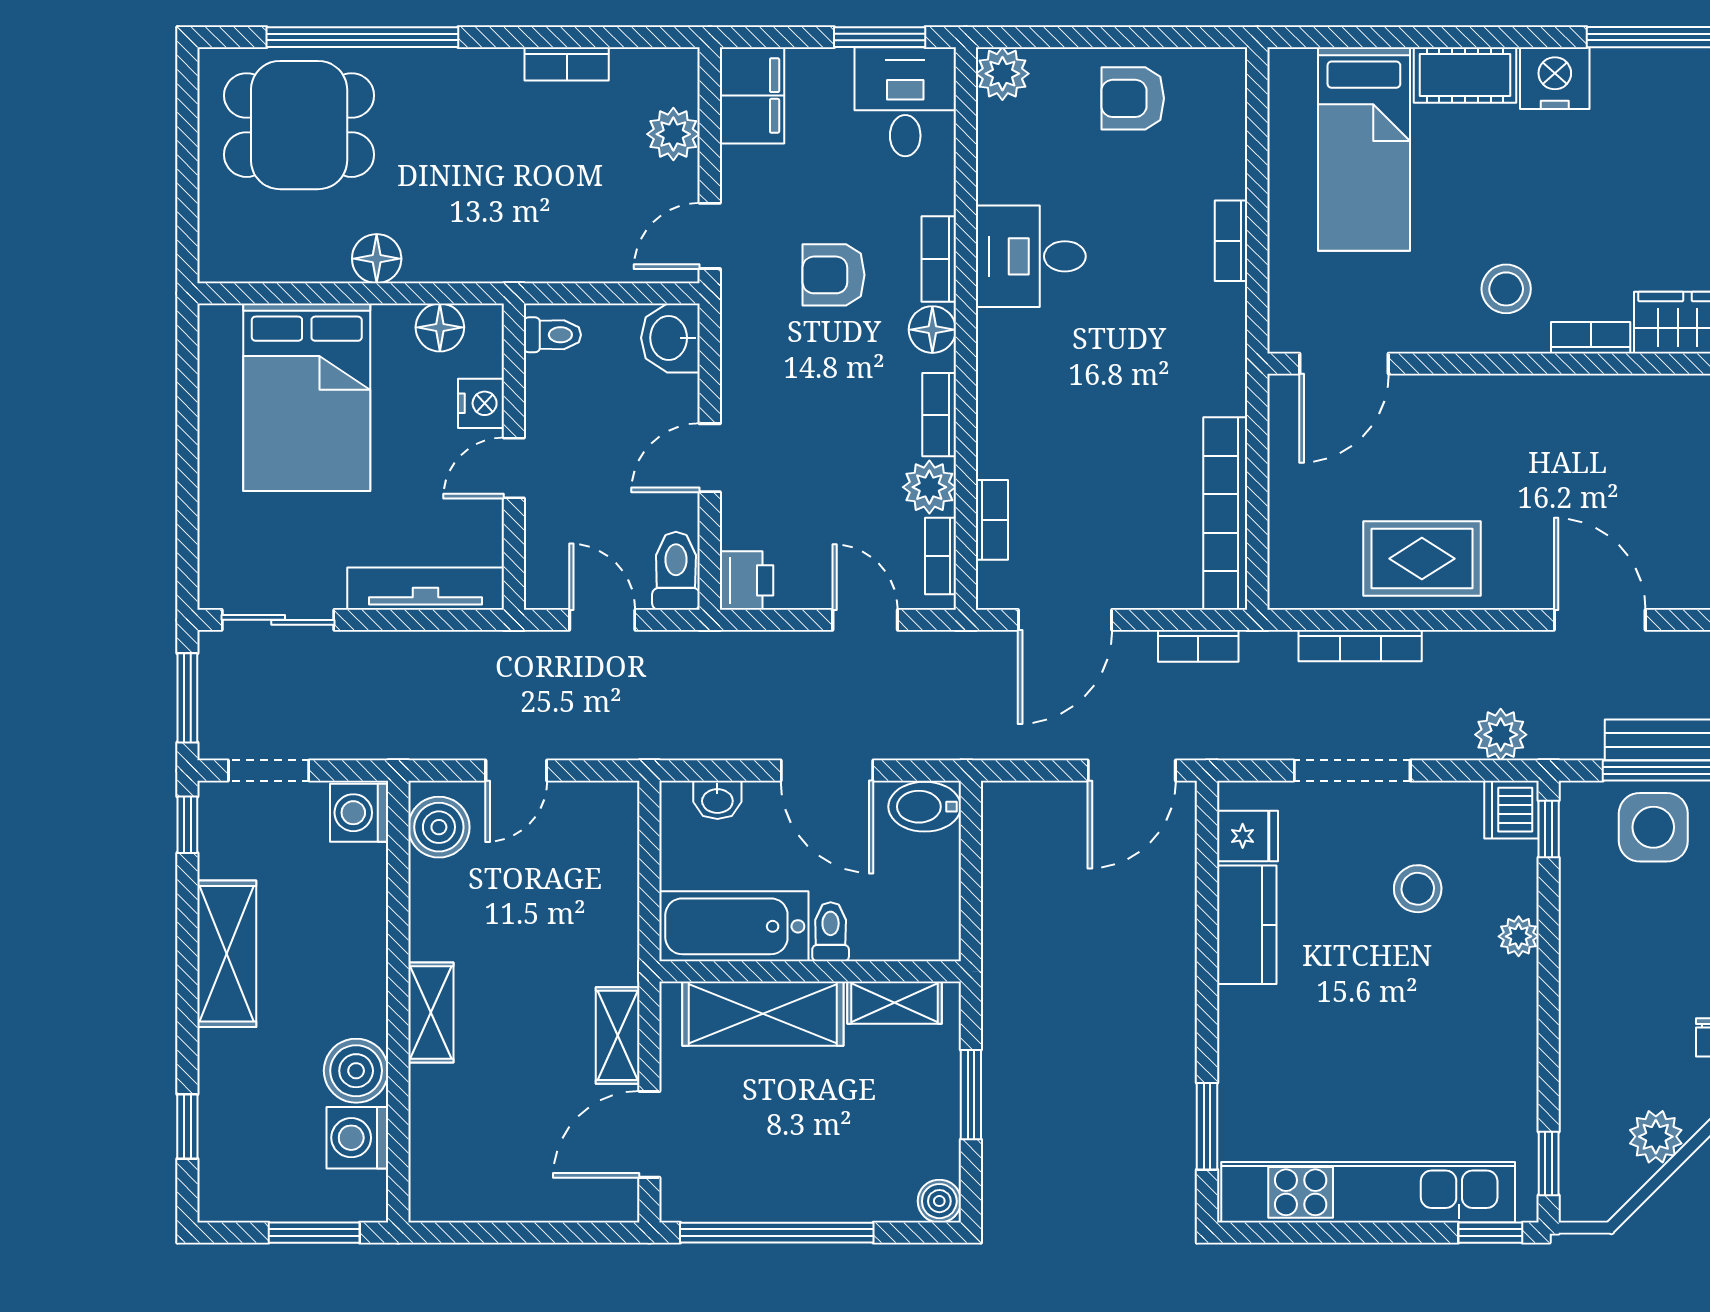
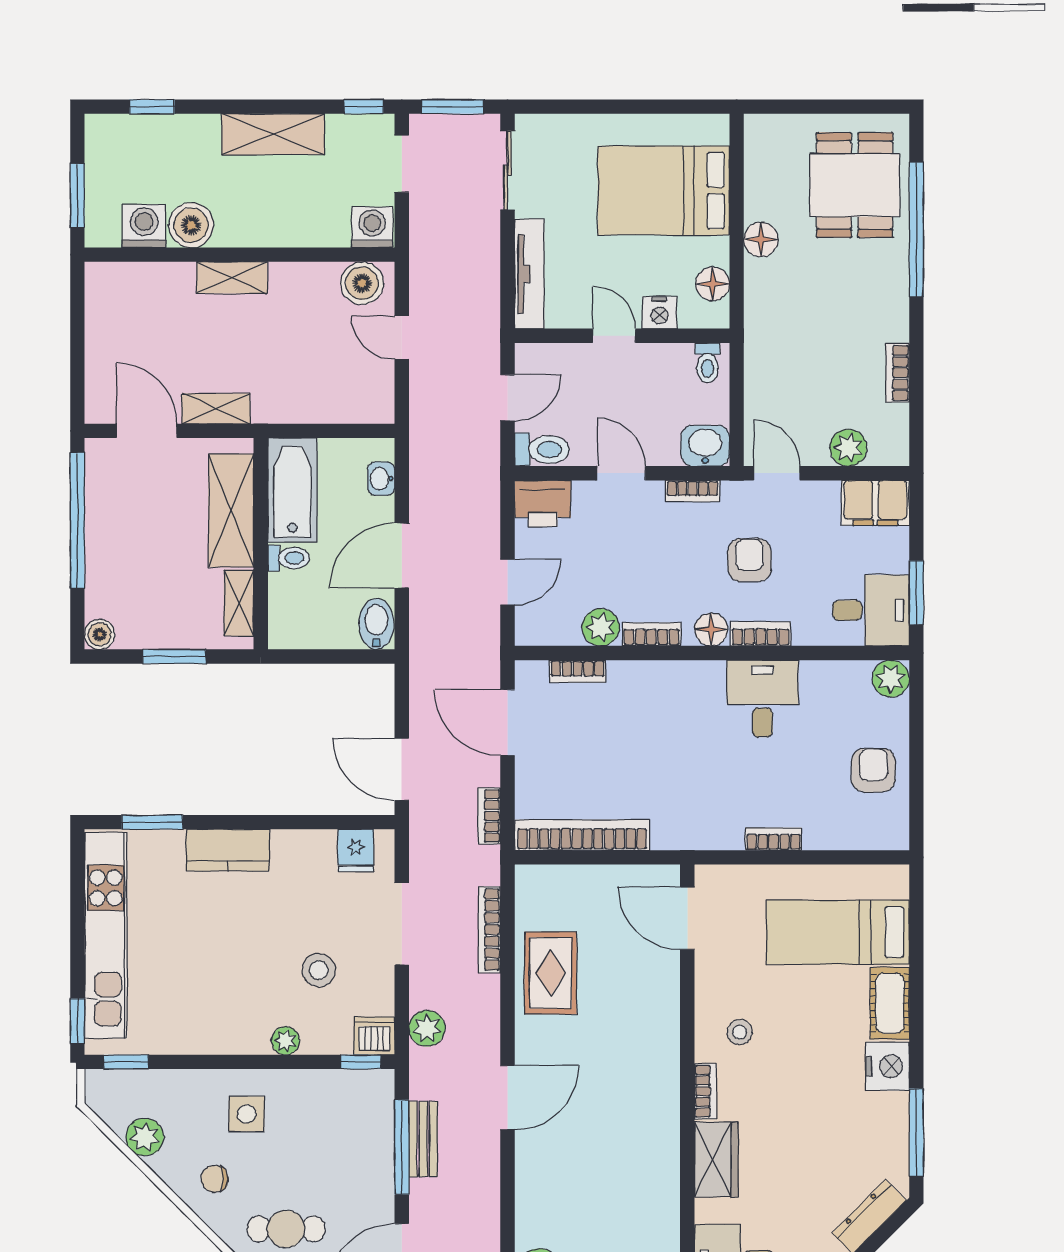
stool: (1506, 289) -> (740, 1032), width x0.73, depth x0.73
bookcase: (941, 556) -> (693, 491), moved, turned 180
printer: (746, 580) -> (543, 504), width x1.36, depth x1.24
side table: (1653, 827) -> (247, 1114), moved, width x0.73, depth x0.73
kitchen counter: (1247, 925) -> (228, 850), moved

